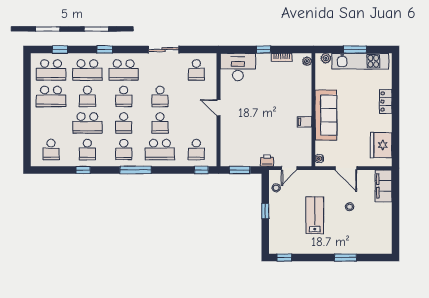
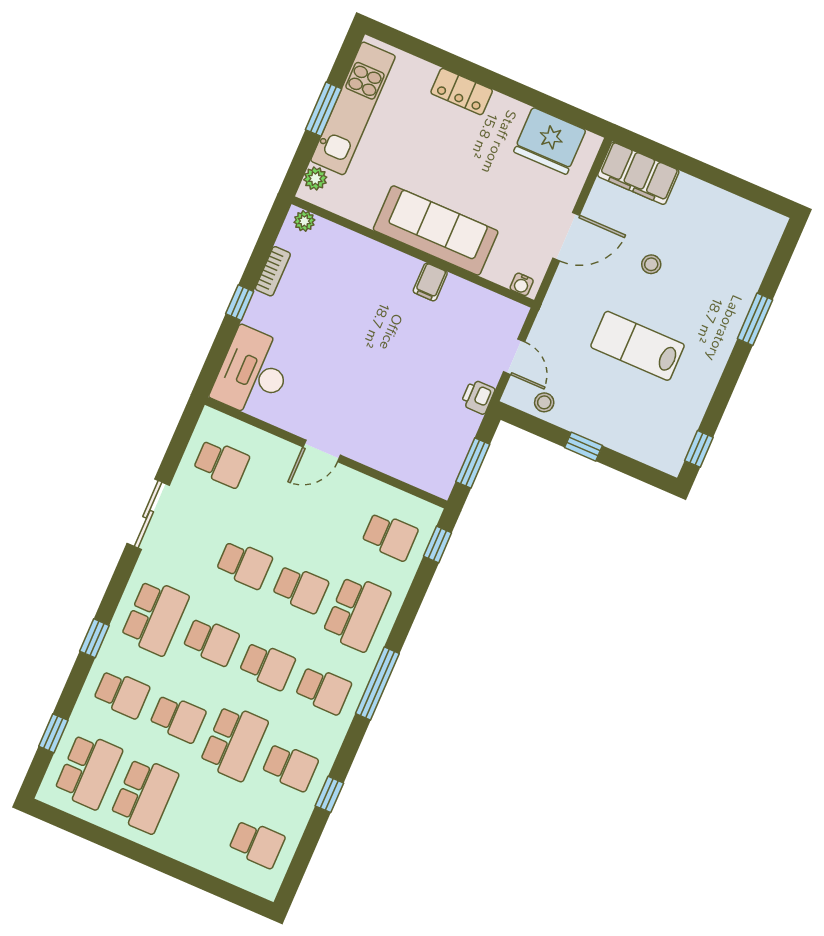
school desk: (87, 70) -> (122, 694), width x0.54

